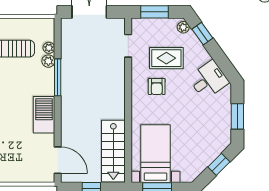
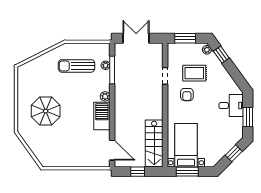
doorway: (128, 46) -> (165, 76), moved
plant: (48, 61) -> (105, 96), moved
window: (58, 77) -> (112, 70), moved
desk: (209, 80) -> (231, 106), moved, turned 36

